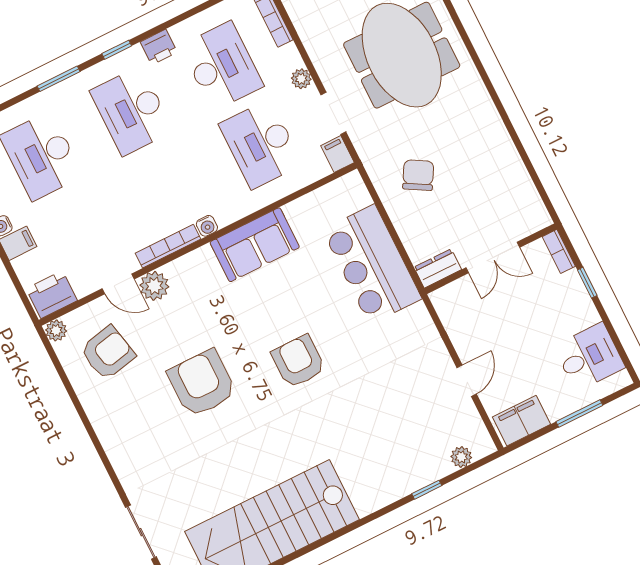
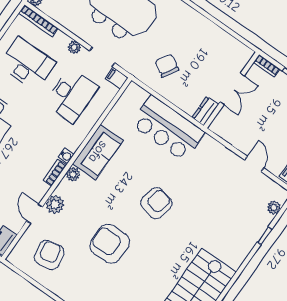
desk: (261, 144) -> (71, 95), turned -90
bookcase: (168, 246) -> (55, 173), width x0.64
door: (118, 284) -> (34, 214), swing flipped
plant: (56, 330) -> (73, 174), moved
armchair: (298, 361) -> (156, 203), turned 103

